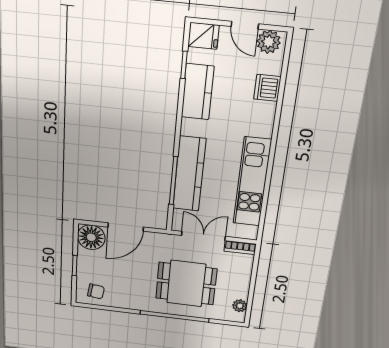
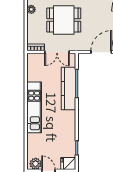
dishwasher: (267, 88) -> (33, 140), removed
kitchen counter: (198, 92) -> (68, 135), removed
kitchen unit: (252, 182) -> (34, 107), moved

